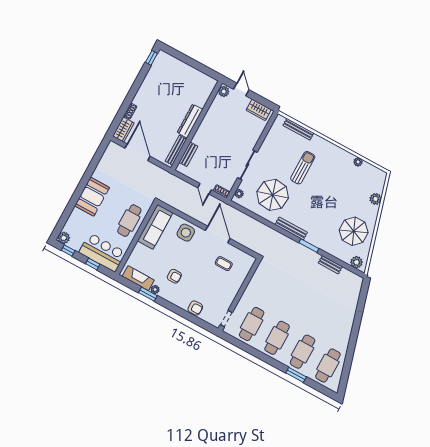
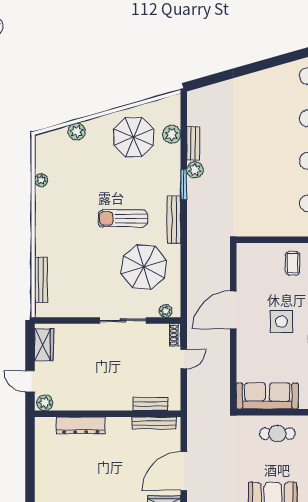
door: (241, 89) -> (30, 381), hinge flipped
dresser: (190, 121) -> (81, 425), moved
sun lounger: (303, 168) -> (123, 218), moved
cafe table: (129, 221) -> (277, 434), width x0.73, depth x0.74
side table: (186, 233) -> (281, 322), moved
plant: (314, 257) -> (195, 170), added
plant: (356, 262) -> (172, 134), moved
coffee table: (224, 264) -> (293, 263), moved

